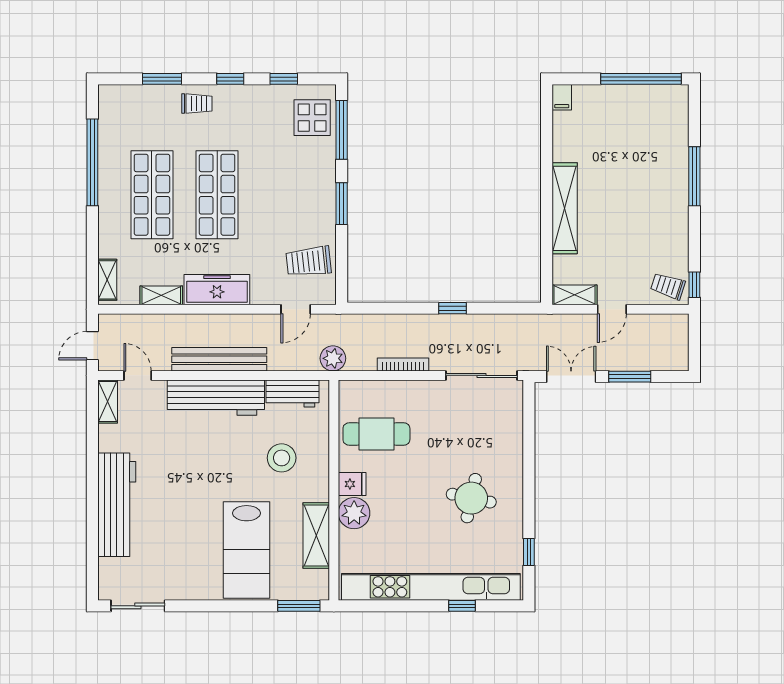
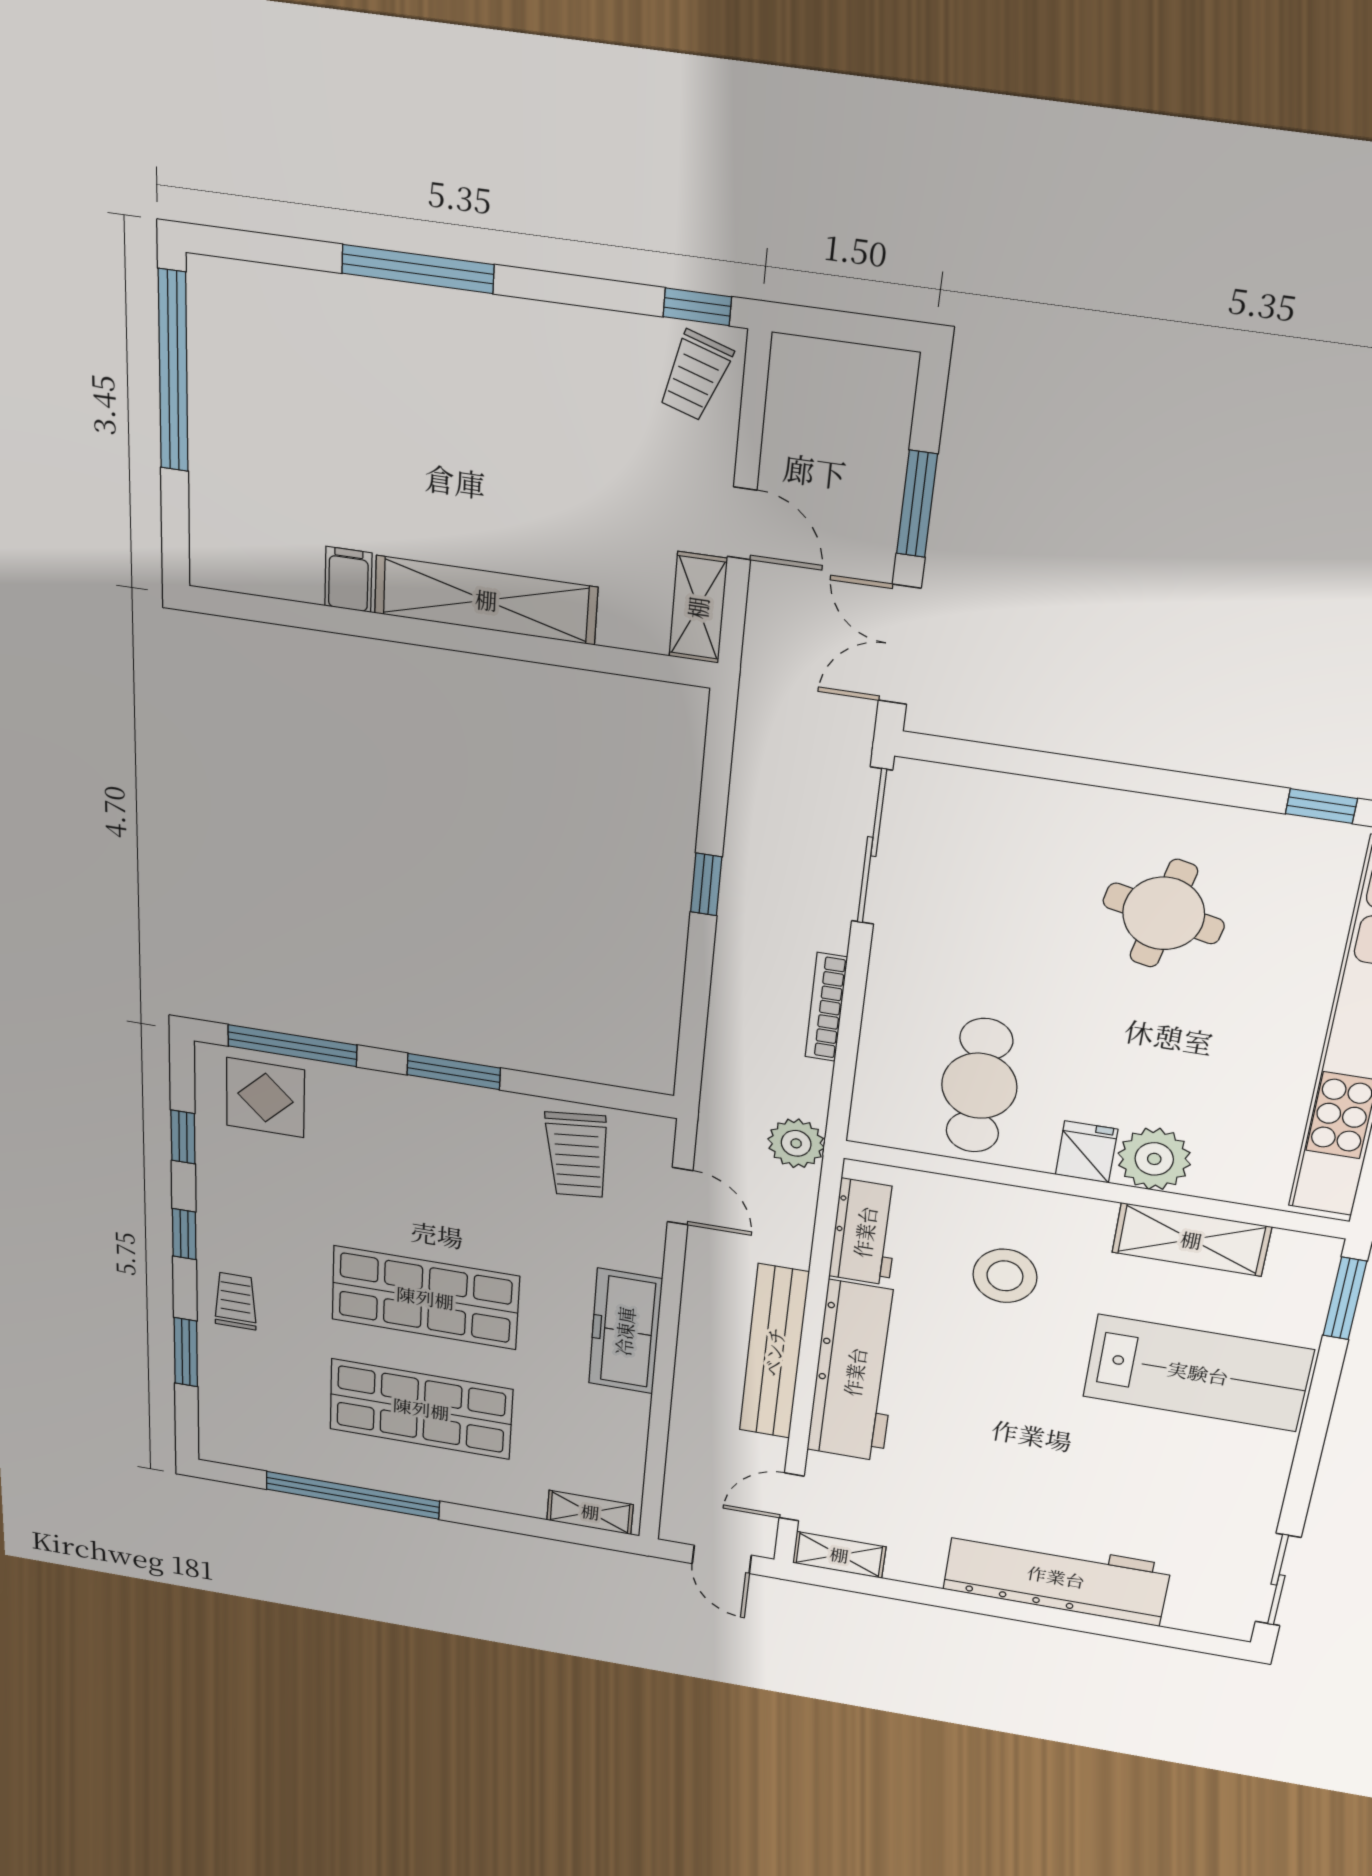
filing cabinet: (562, 97) -> (348, 579), moved, turned -90
shelving: (161, 295) -> (629, 1429), removed

